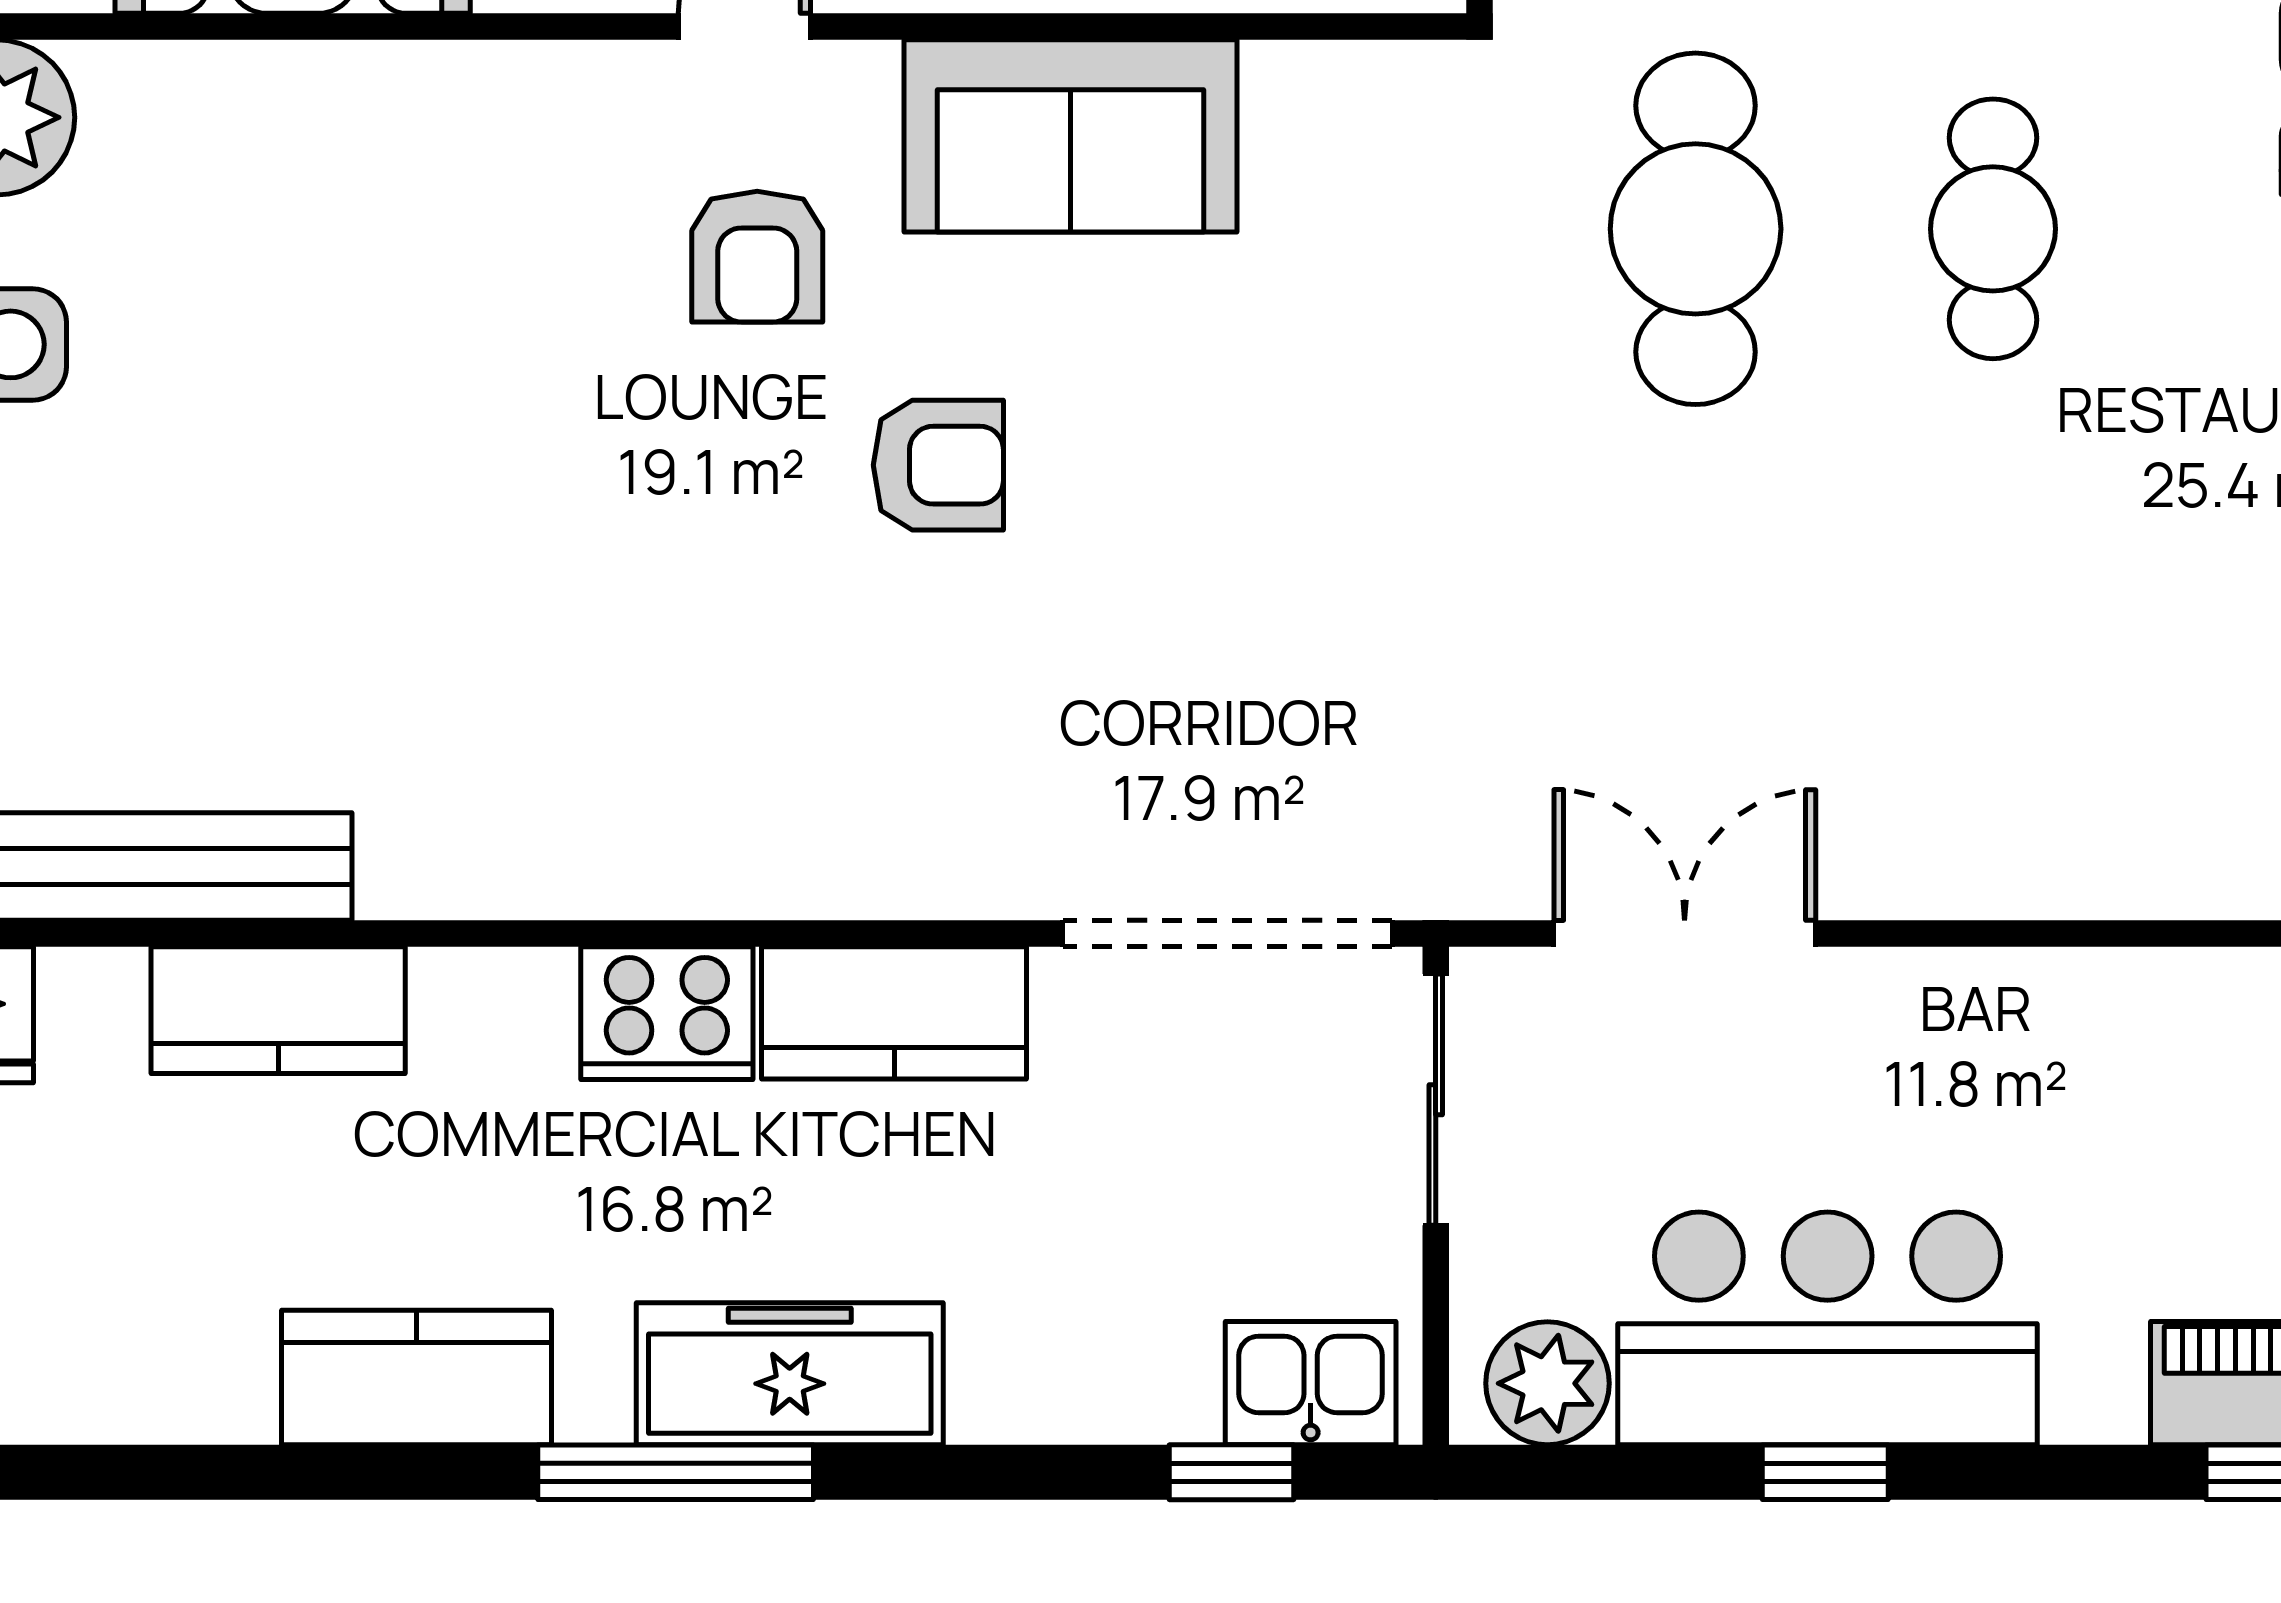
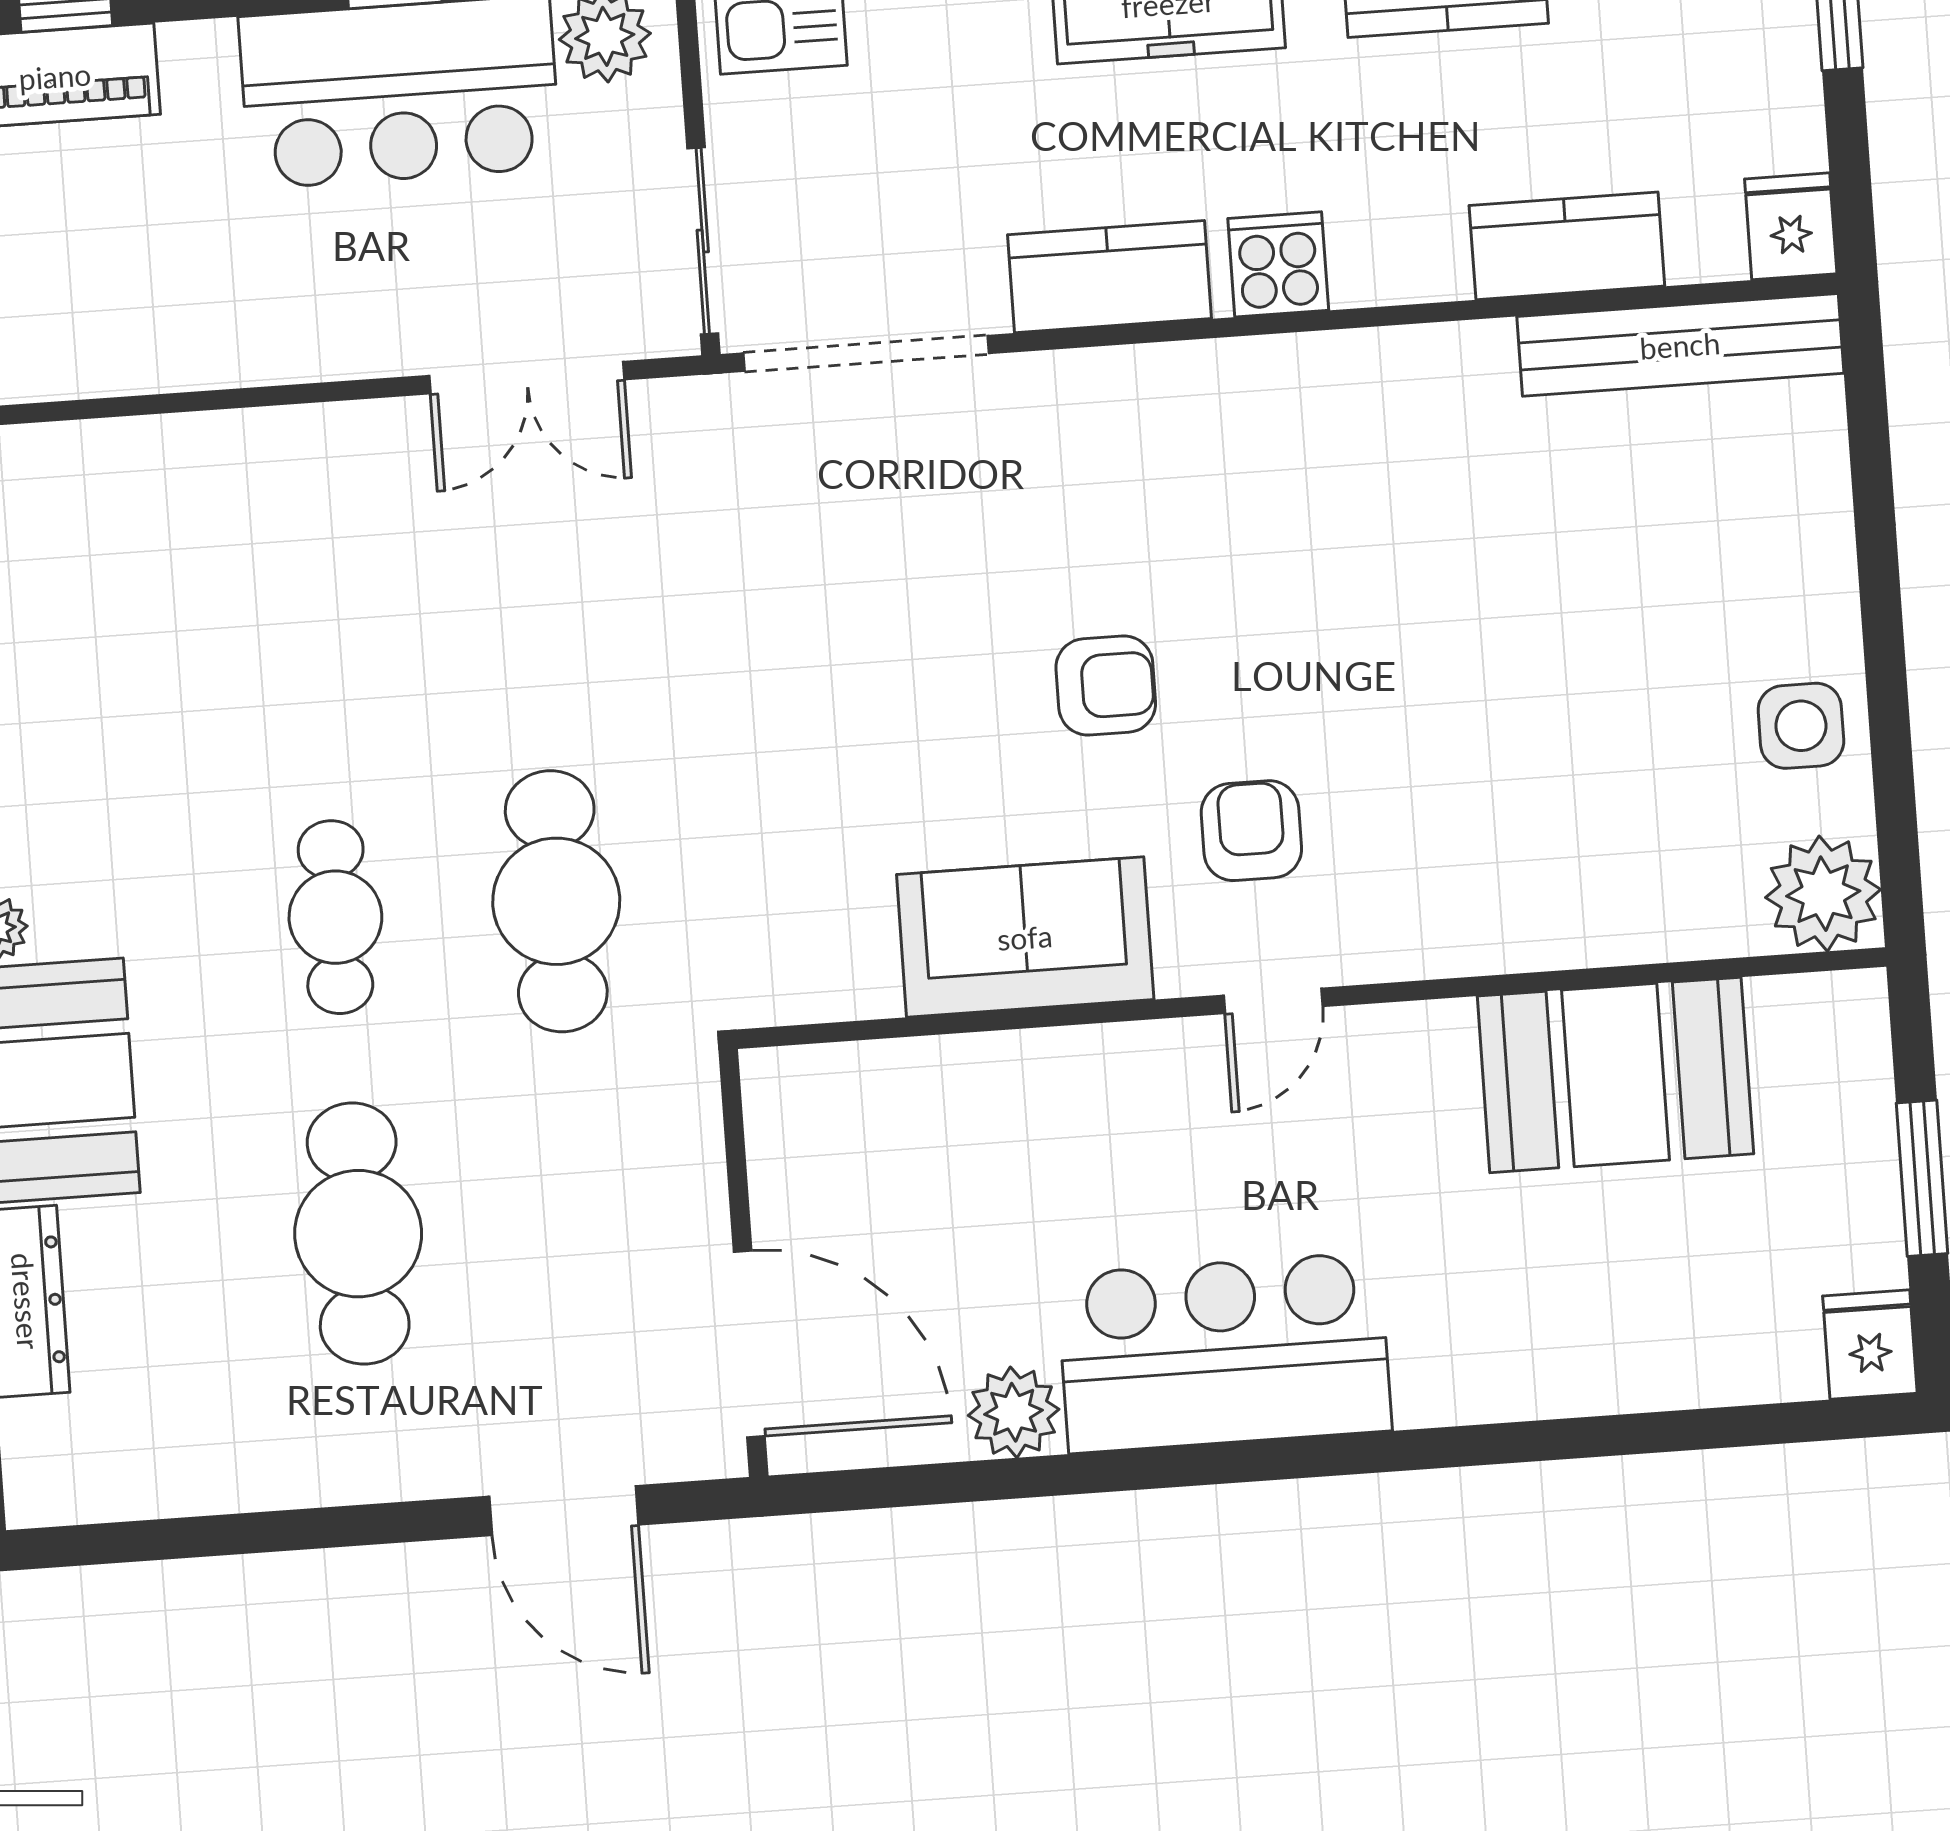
armchair: (938, 465) -> (1106, 686), turned 180
cooker: (667, 1013) -> (1278, 264), width x0.73

